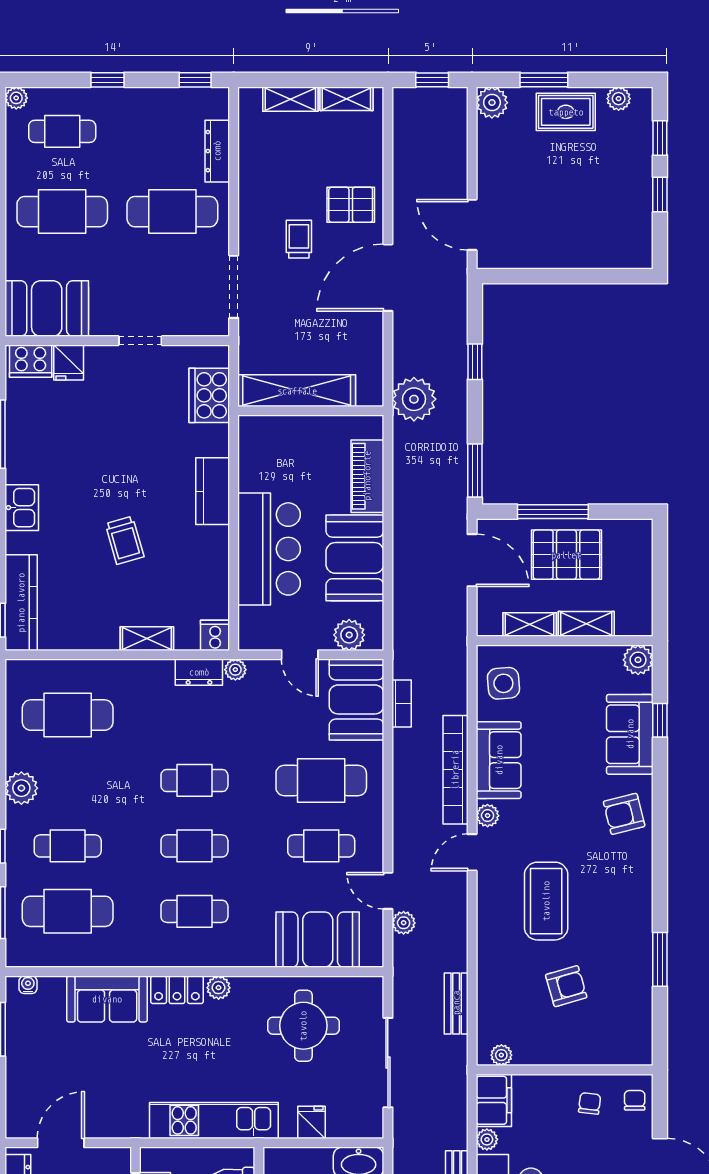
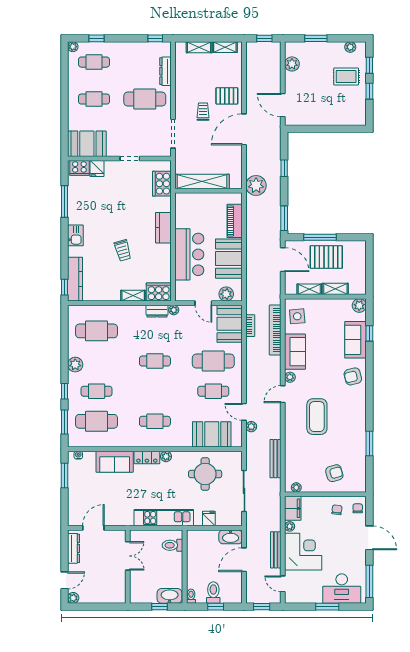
window: (107, 80) -> (96, 38), moved
plant: (492, 103) -> (292, 64), moved
rug: (566, 112) -> (346, 76), moved
cafe table: (62, 212) -> (94, 99), width x0.73, depth x0.74
cooker: (215, 635) -> (159, 292), width x1.87, depth x1.31
bookcase: (455, 770) -> (275, 330), moved
cafe table: (194, 846) -> (155, 391), removed
armchair: (566, 986) -> (334, 473), moved
bench: (456, 1003) -> (275, 459), width x1.36

